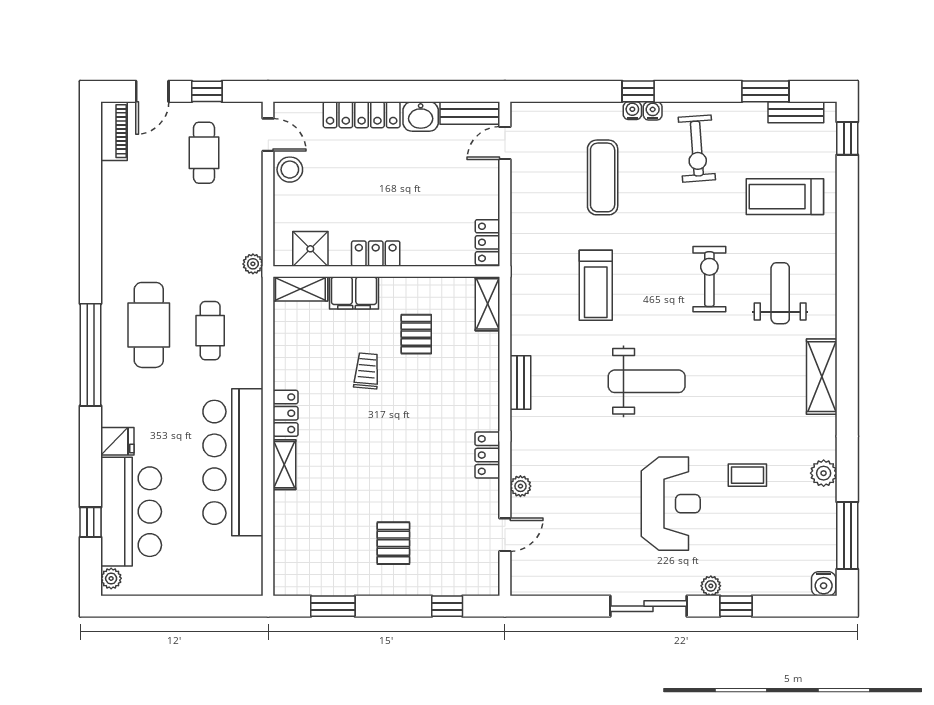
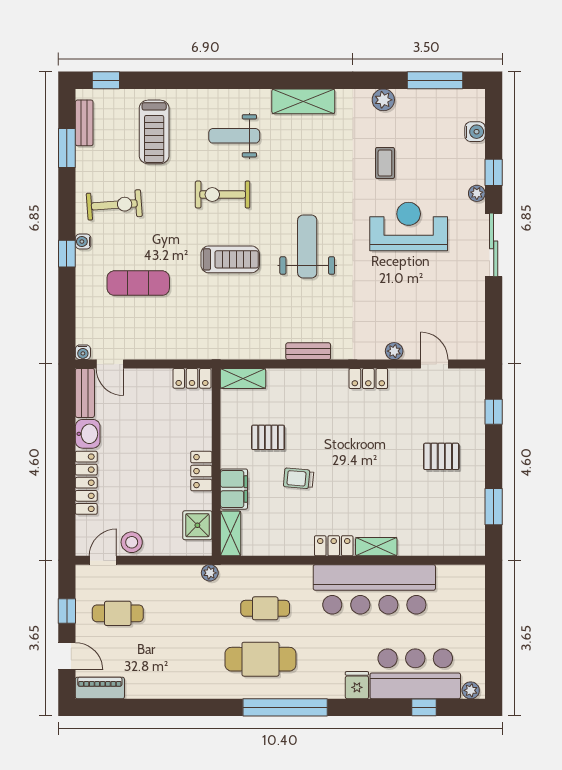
water cooler: (632, 111) -> (83, 352), moved, turned -90
treadmill: (596, 285) -> (230, 259), moved
water cooler: (824, 584) -> (475, 132), moved

